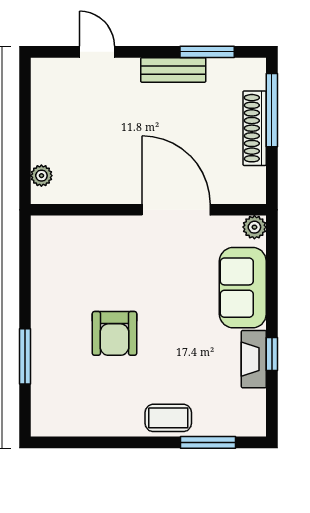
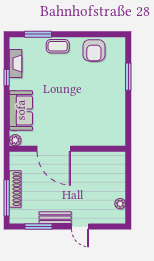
door: (97, 52) -> (80, 227), moved
plant: (41, 176) -> (120, 204), moved
armchair: (114, 333) -> (94, 50), moved, turned 180
fireplace: (254, 359) -> (16, 63), moved

